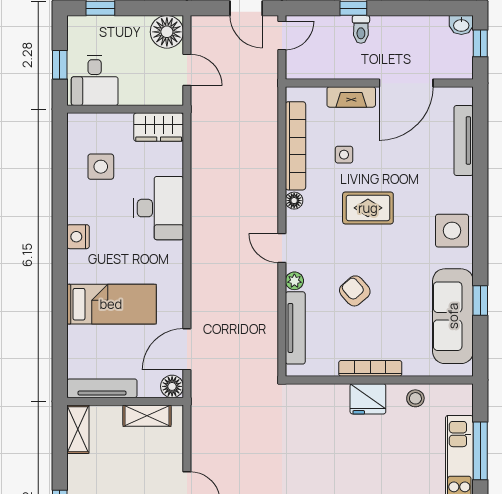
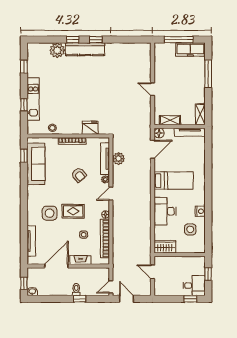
floor lamp: (167, 32) -> (161, 288), removed
desk: (95, 81) -> (194, 286), moved, turned 90
side table: (452, 231) -> (50, 213), moved
nightstand: (78, 237) -> (200, 211), moved
door: (282, 248) -> (111, 194), swing flipped
window: (480, 301) -> (24, 156), moved
bed: (111, 304) -> (174, 181), moved, turned 180
plant: (264, 328) -> (119, 159), added
fridge: (368, 399) -> (90, 128), moved
window: (480, 451) -> (24, 105), width x0.46

